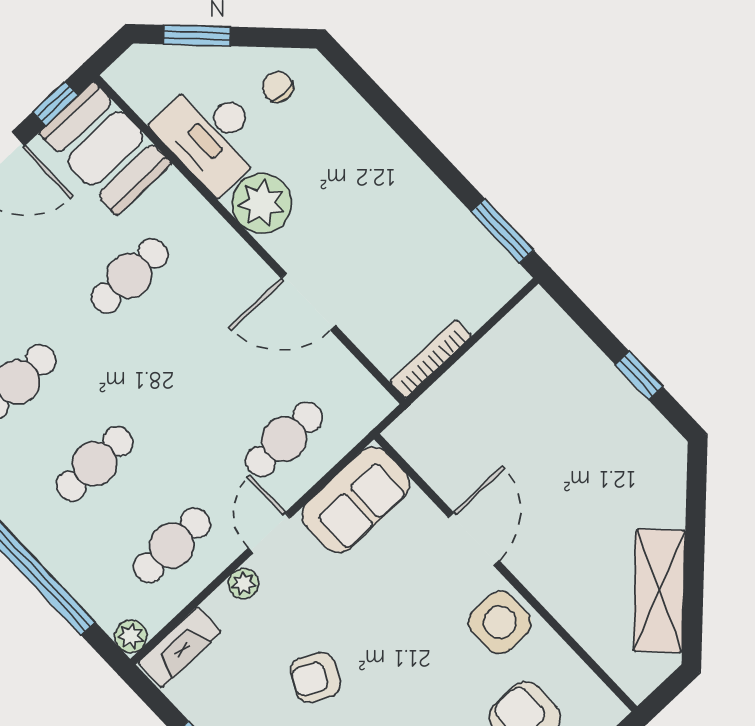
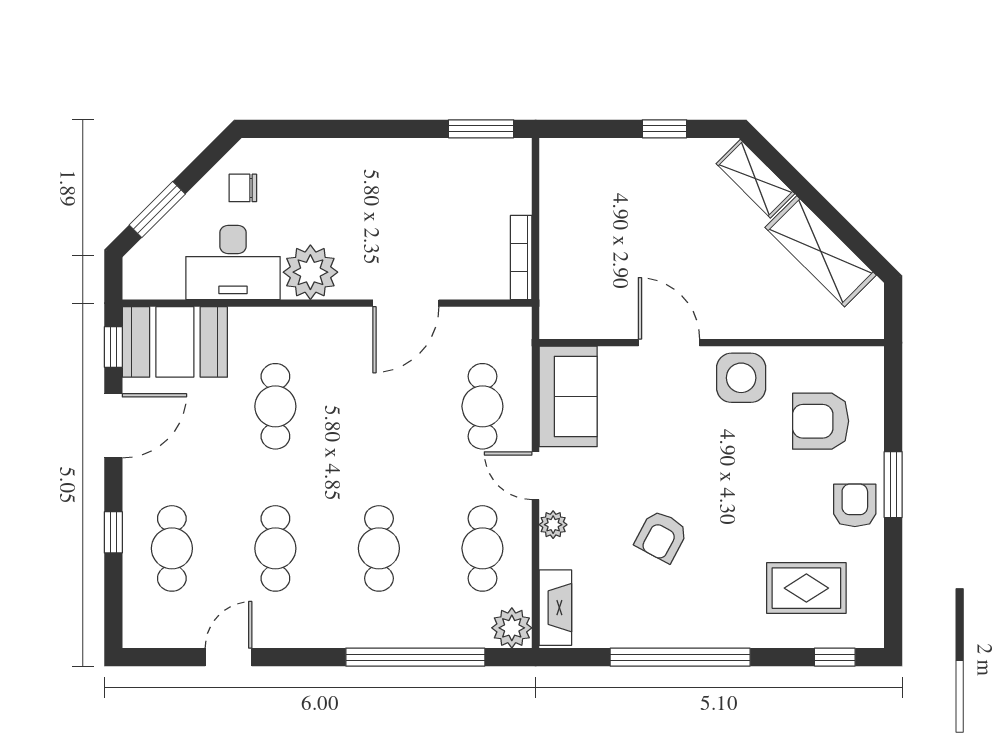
shelving: (668, 485) -> (755, 179), added
plant: (131, 636) -> (512, 628), width x1.38, depth x1.38

